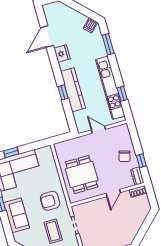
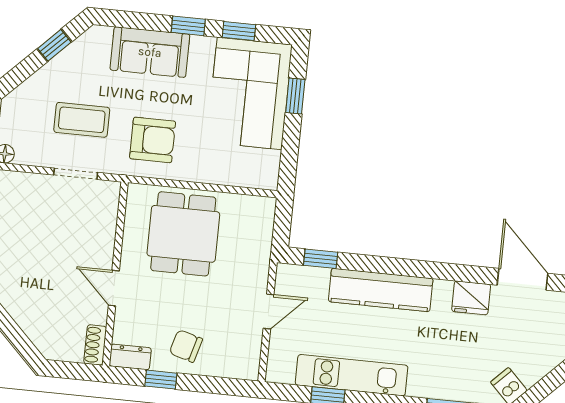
kitchen unit: (110, 88) -> (352, 375), width x0.73
window: (63, 92) -> (321, 259), moved
dining table: (82, 174) -> (183, 234), turned 90
armchair: (50, 201) -> (153, 140), turned 90

